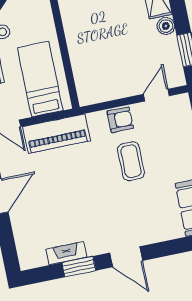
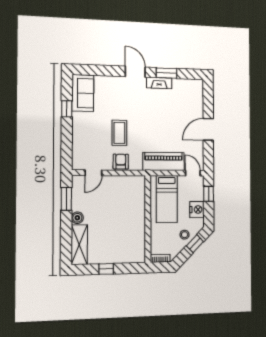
armchair: (120, 120) -> (121, 162), turned 90
fireplace: (66, 253) -> (159, 83), moved

